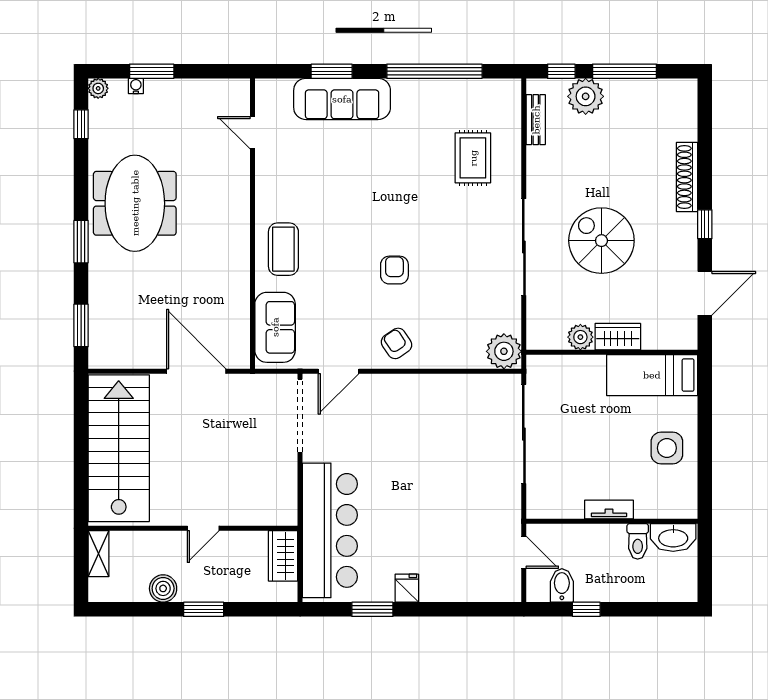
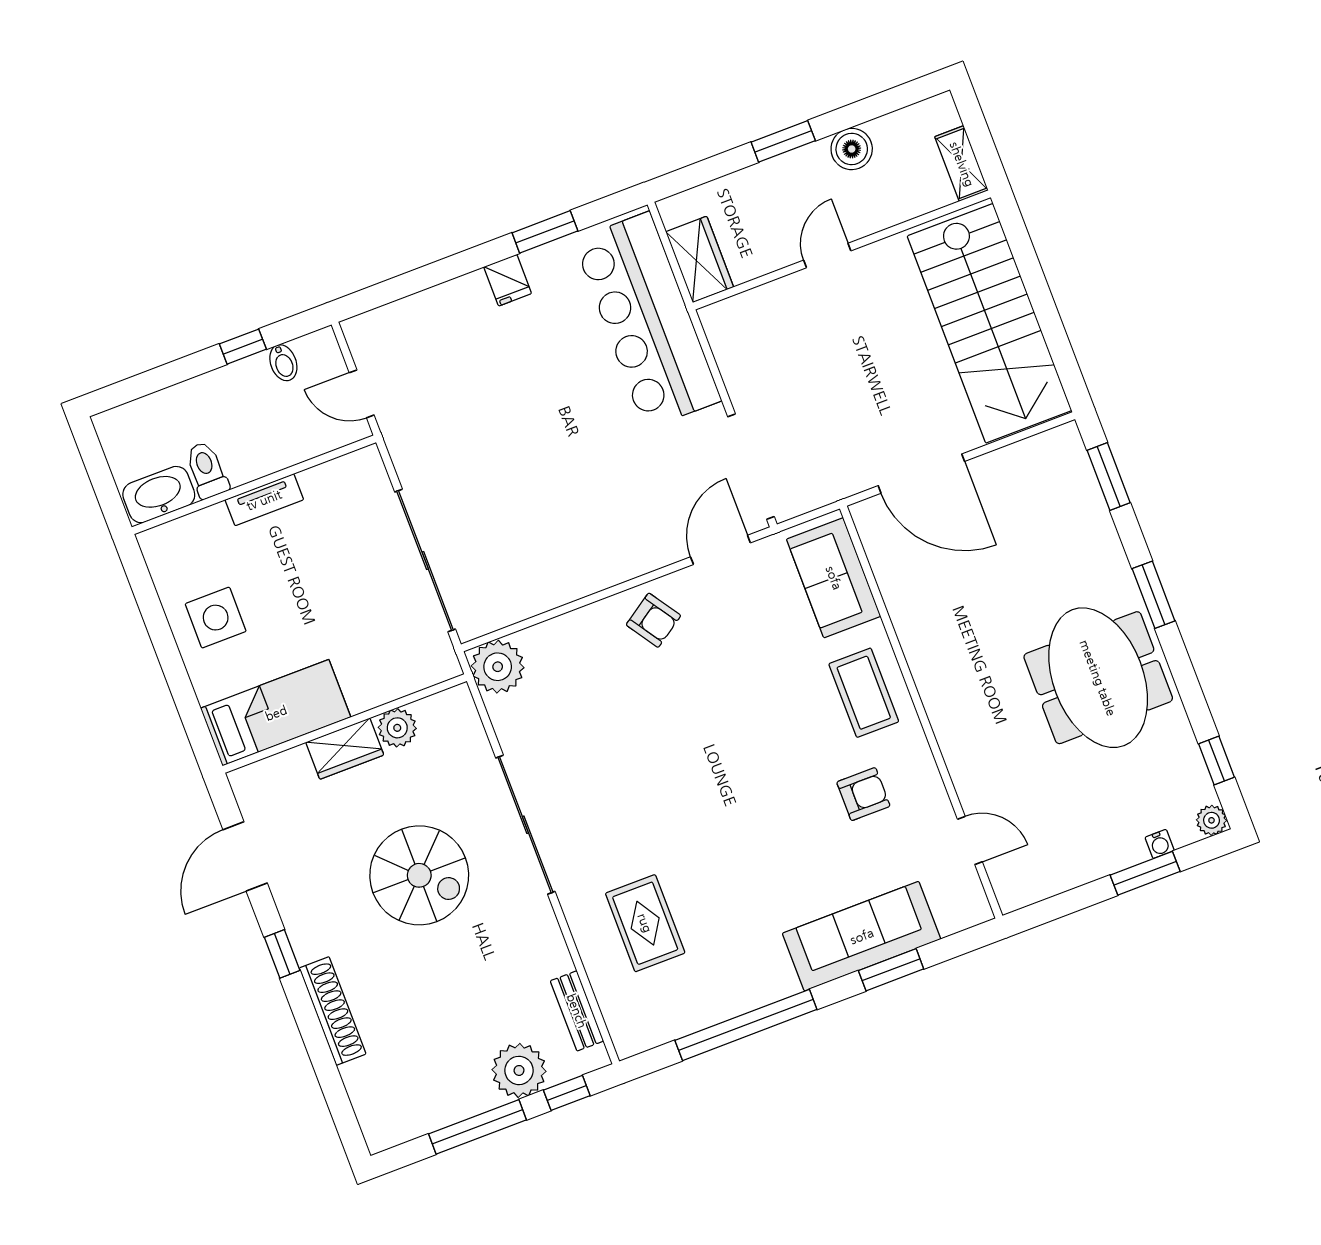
armchair: (394, 270) -> (863, 794), moved, turned -90
bidet: (562, 585) -> (283, 363), width x0.72, depth x0.74

